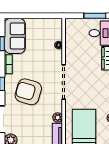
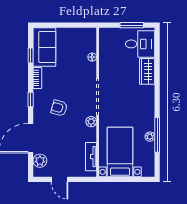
armchair: (28, 92) -> (59, 108), width x0.53, depth x0.53
plant: (58, 118) -> (91, 122), moved

